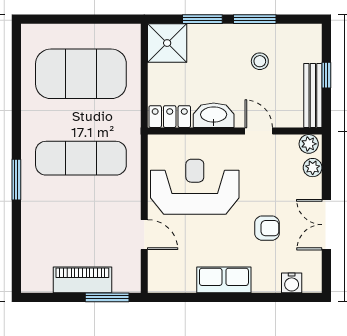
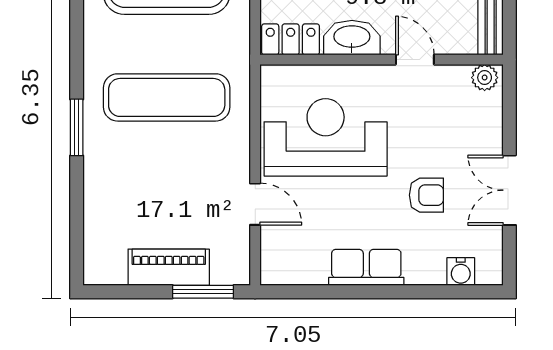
plant: (313, 168) -> (490, 111), removed

